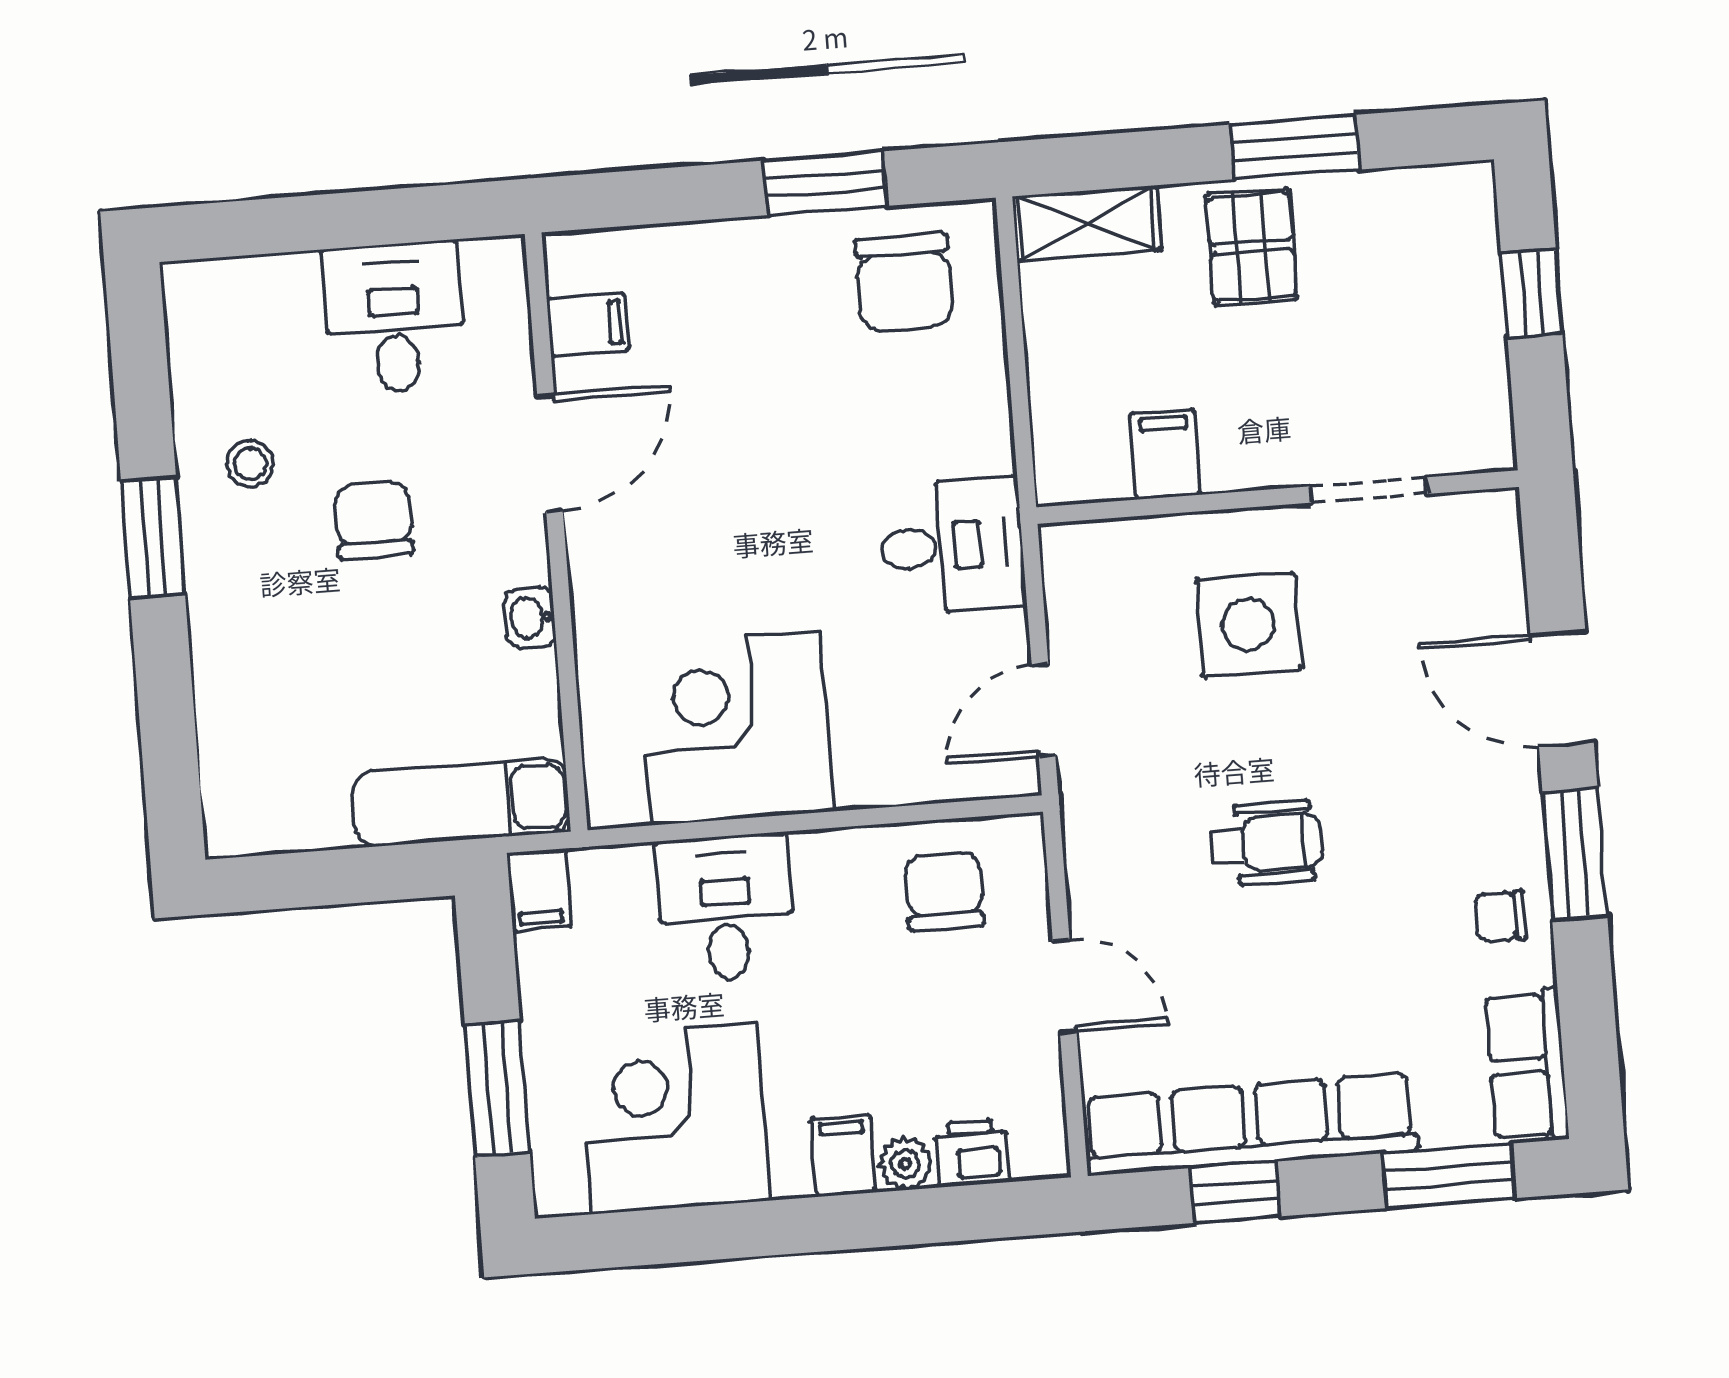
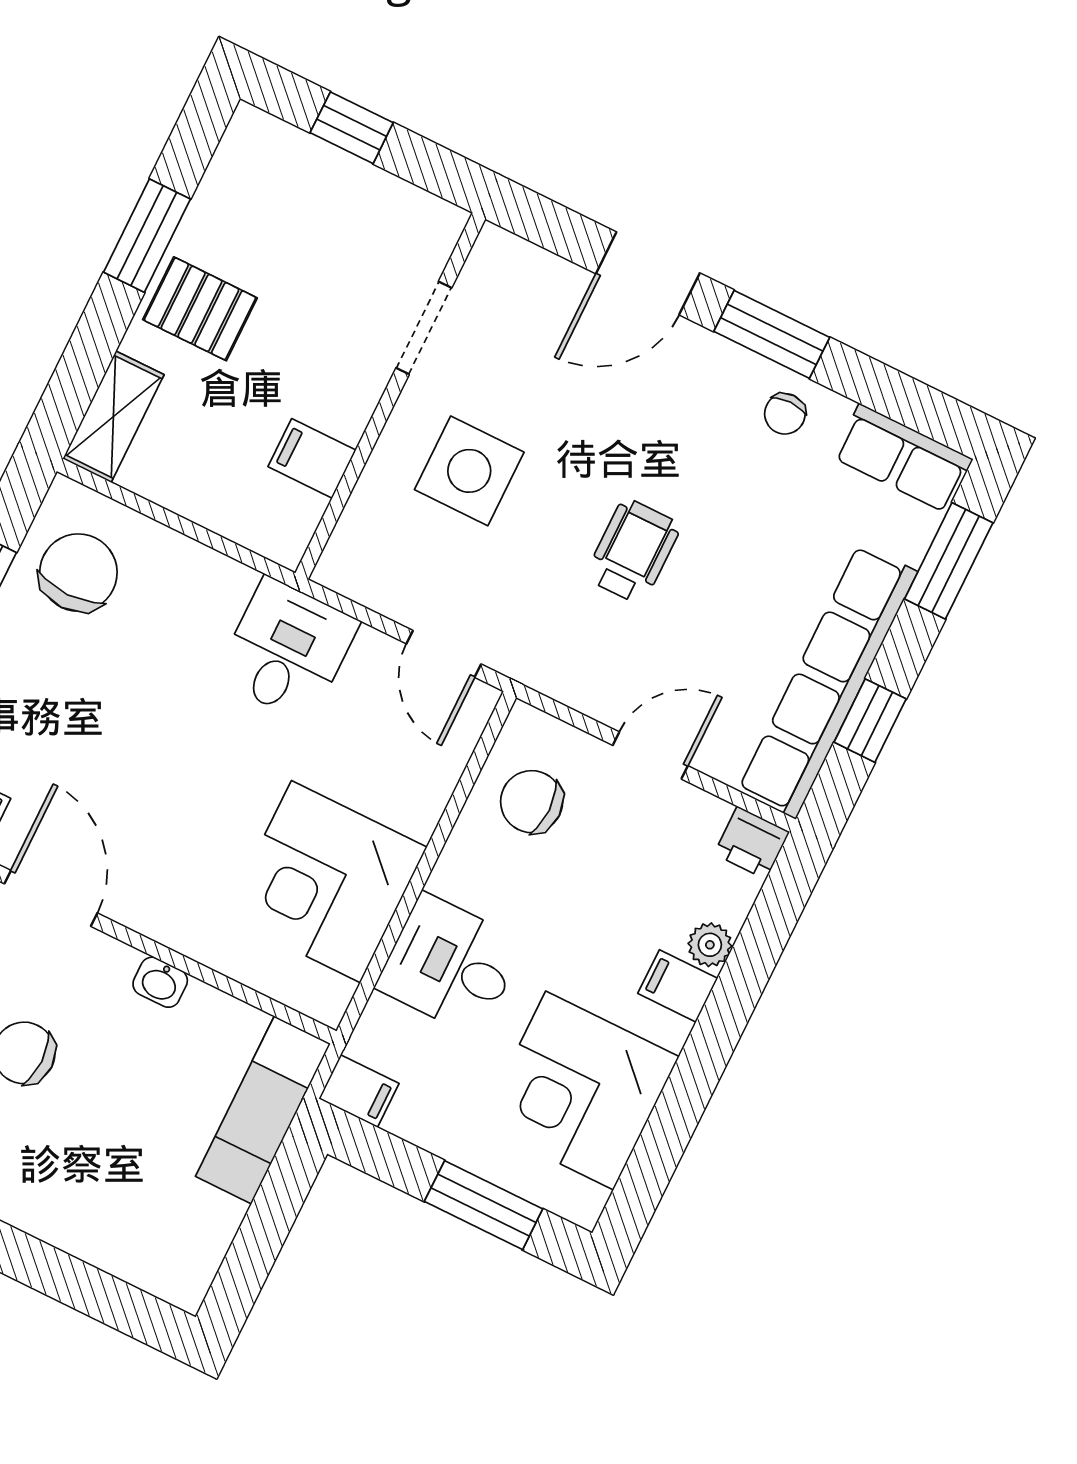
chair: (904, 282) -> (78, 573), turned -90
printer: (972, 1153) -> (752, 843), moved, turned -90

